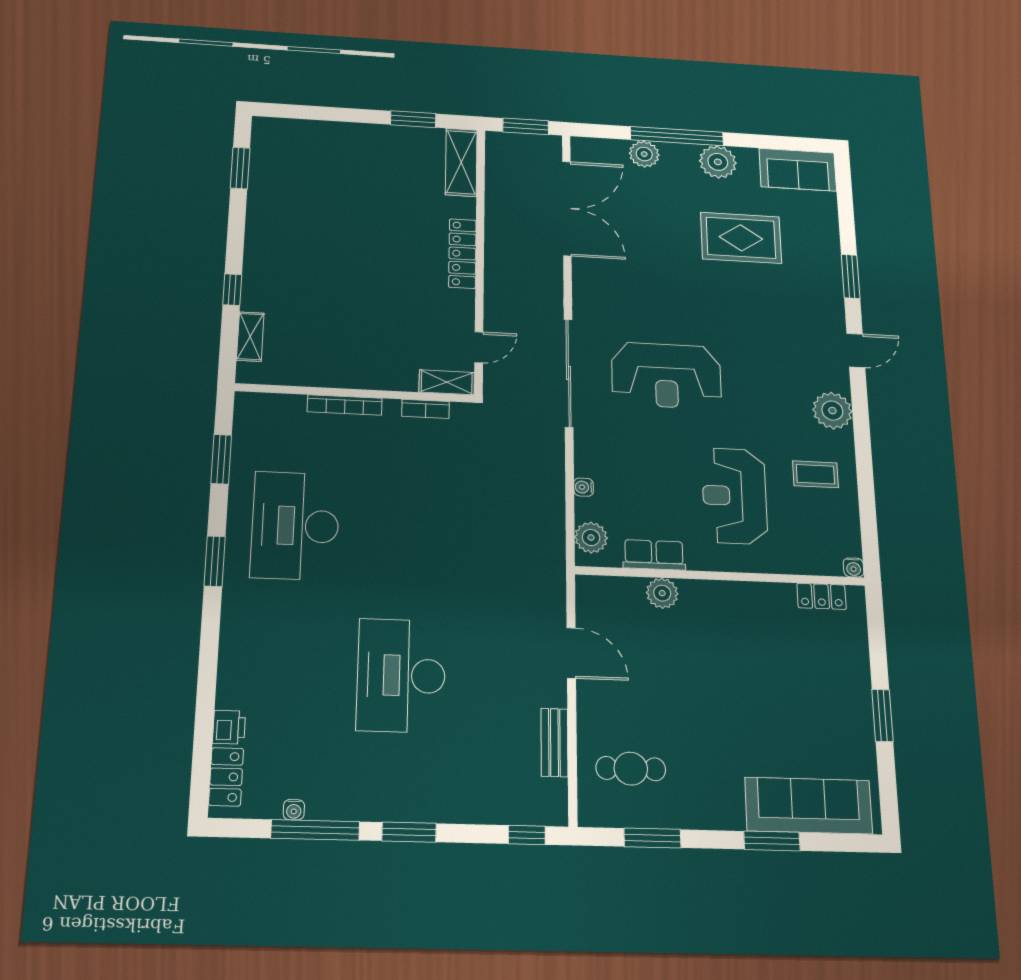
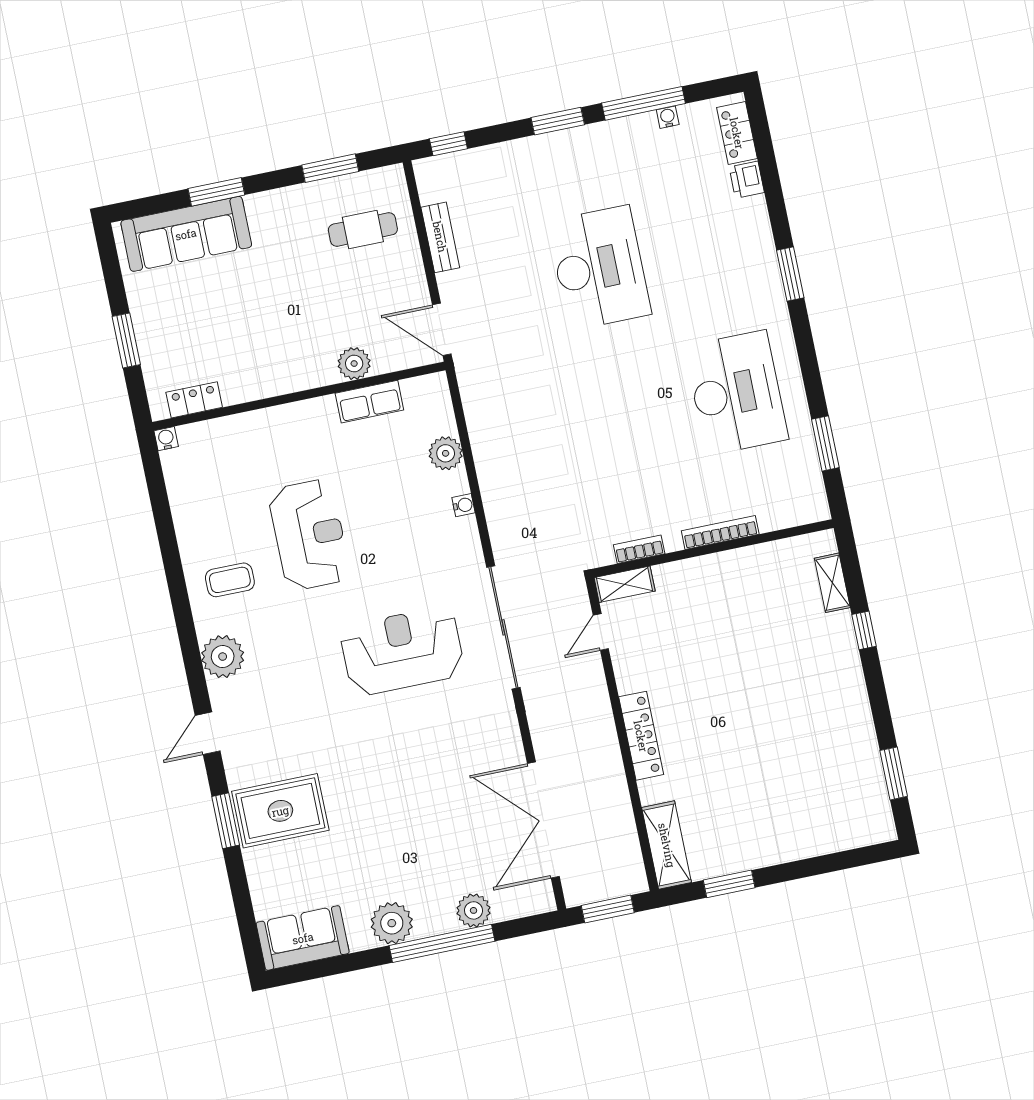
rug: (741, 238) -> (280, 811), moved
row of seats: (654, 555) -> (369, 402), moved
window: (215, 561) -> (790, 274), moved
water cooler: (853, 567) -> (166, 439), moved
wall: (721, 576) -> (299, 396), moved
plant: (662, 593) -> (354, 364), moved
locker: (822, 596) -> (194, 400), moved

